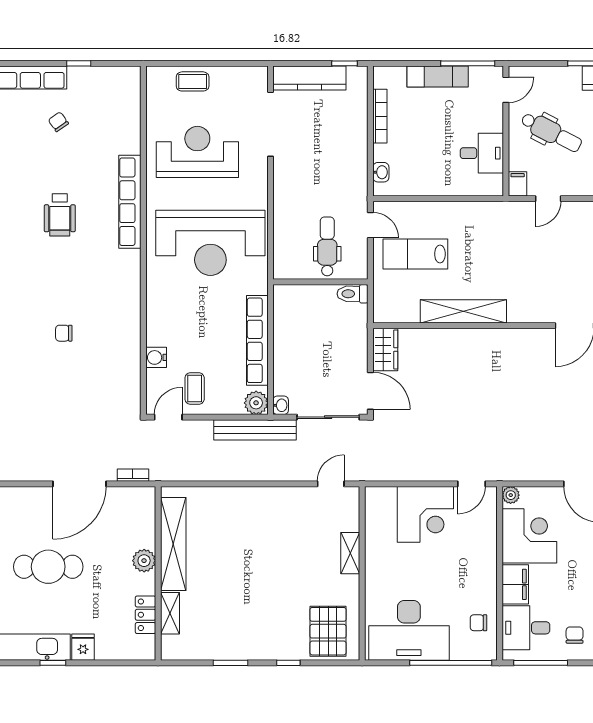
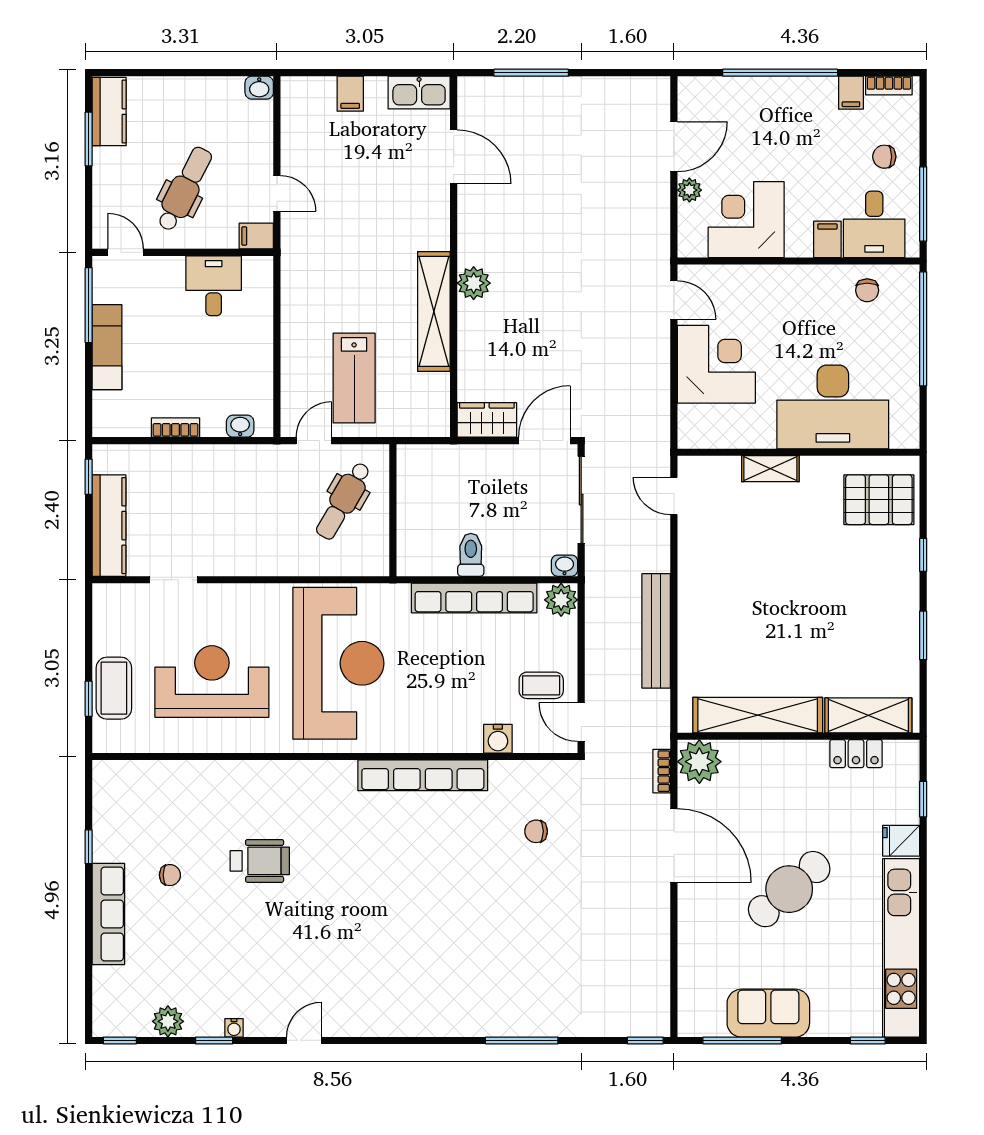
window: (185, 63) -> (89, 699), added
coffee table: (193, 81) -> (114, 688), width x1.36, depth x1.30
bookcase: (380, 116) -> (176, 428), width x0.64
chair: (58, 122) -> (170, 875), turned -145
doorway: (271, 124) -> (174, 580), width x0.53
reception desk: (197, 152) -> (212, 682), turned 90
row of seats: (130, 202) -> (423, 775), moved
wheelchair: (60, 215) -> (260, 861), moved
dental chair: (327, 246) -> (343, 501), turned -60
toilet: (353, 294) -> (471, 555), moved, turned 180
chair: (64, 333) -> (536, 831), moved, turned 90
plant: (484, 340) -> (474, 283), added
bench: (255, 430) -> (656, 631), moved
plant: (511, 495) -> (689, 190), moved
plant: (144, 561) -> (699, 762), moved, width x1.36, depth x1.36
cafe table: (48, 567) -> (789, 889), turned 49
filing cabinet: (515, 584) -> (827, 239), width x0.50
shelving: (170, 613) -> (868, 715), width x1.50, depth x1.33
desk: (409, 630) -> (833, 407), moved, turned 90
window: (53, 663) -> (923, 799), moved

